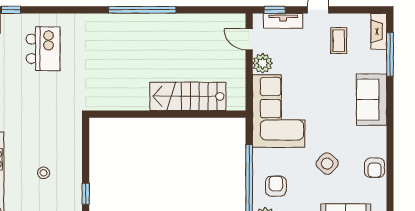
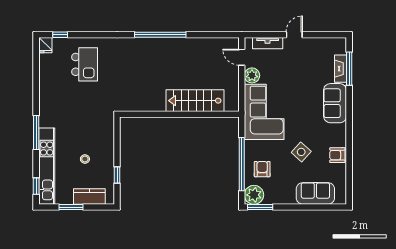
window: (275, 10) -> (261, 35), removed
fireplace: (379, 31) -> (341, 69), moved
coffee table: (339, 41) -> (310, 58), removed
armchair: (375, 168) -> (337, 155), turned 90

